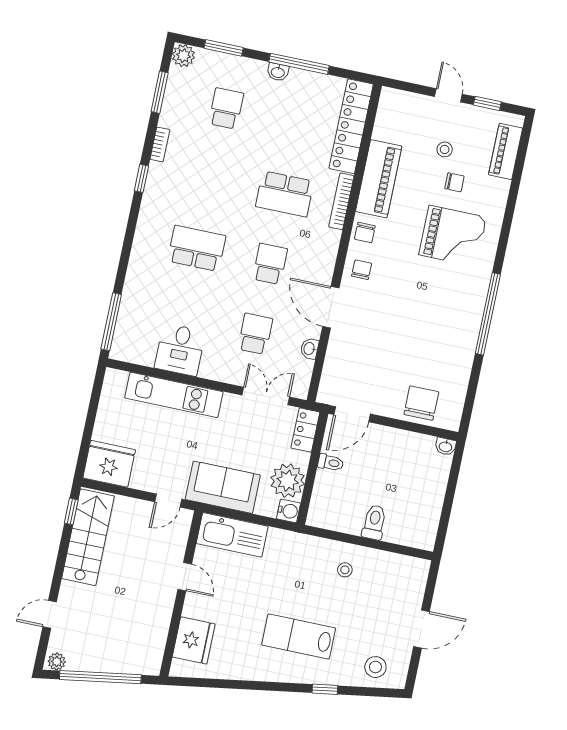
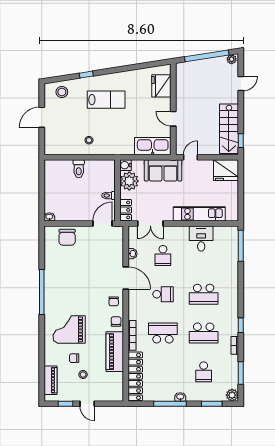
school desk: (211, 178) -> (204, 333), added
school desk: (270, 264) -> (163, 294), turned -90

